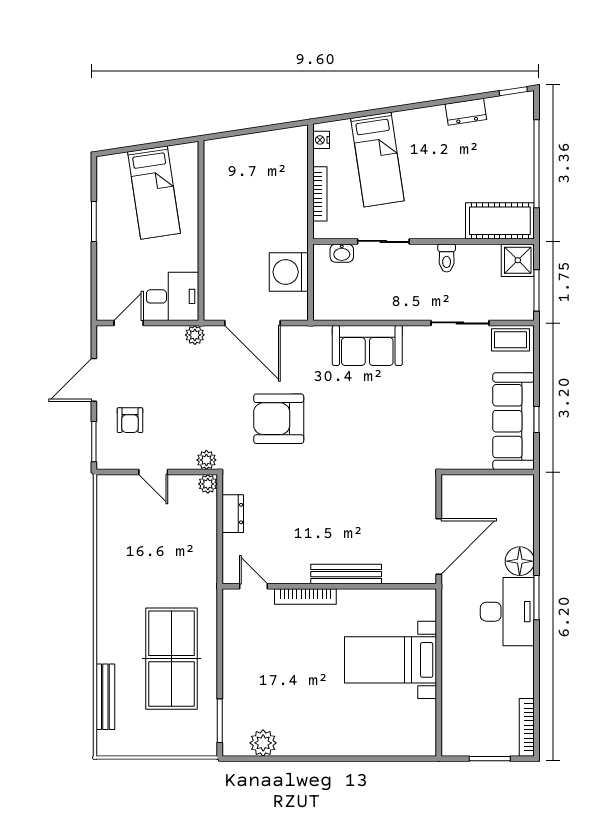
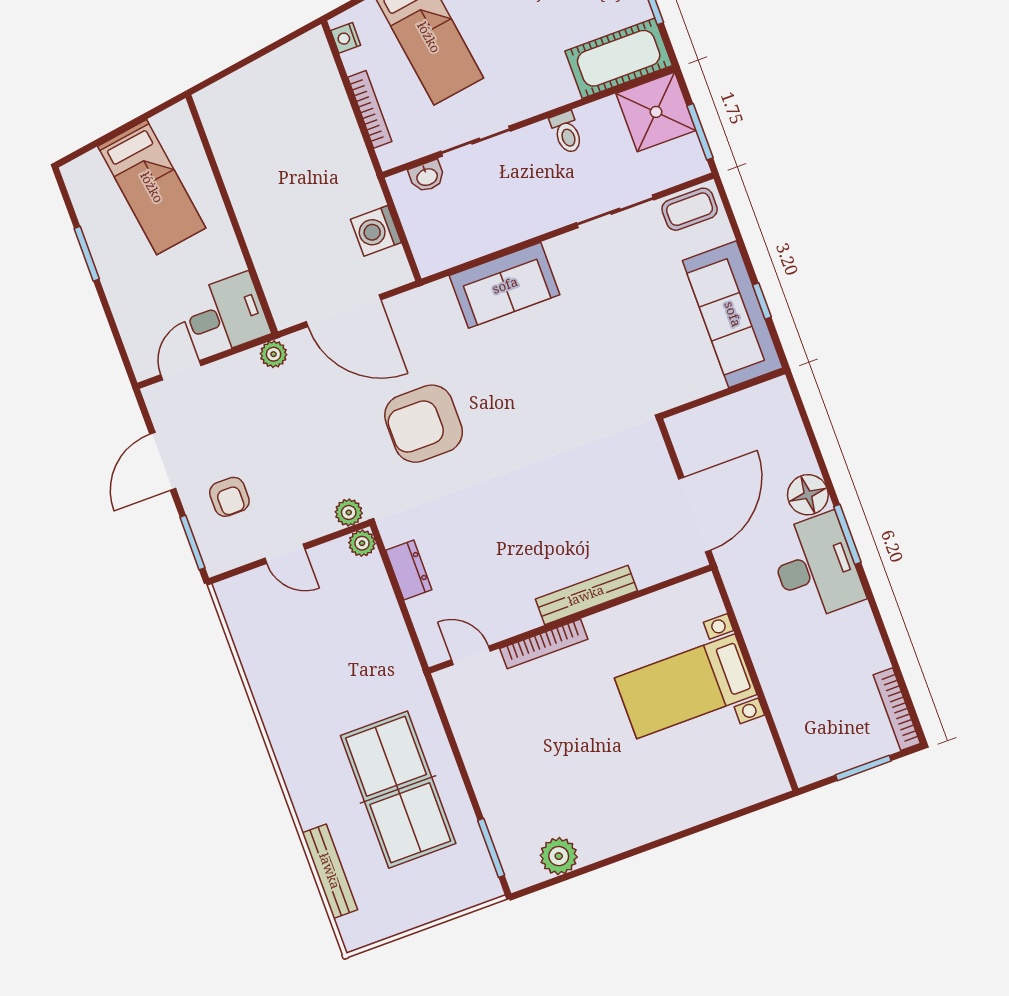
shower: (518, 260) -> (656, 112), width x1.36, depth x1.36
washing machine: (289, 272) -> (376, 231), width x0.73, depth x0.73

